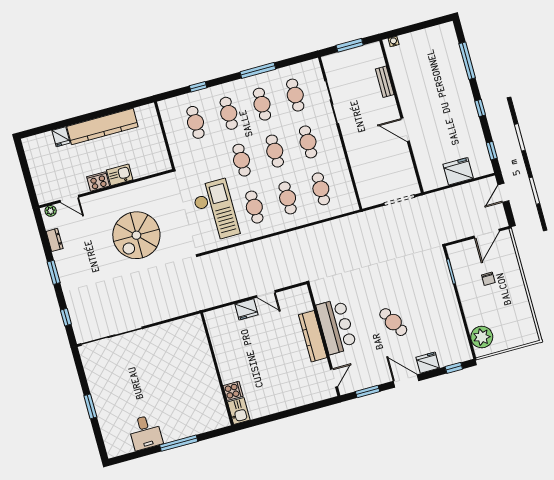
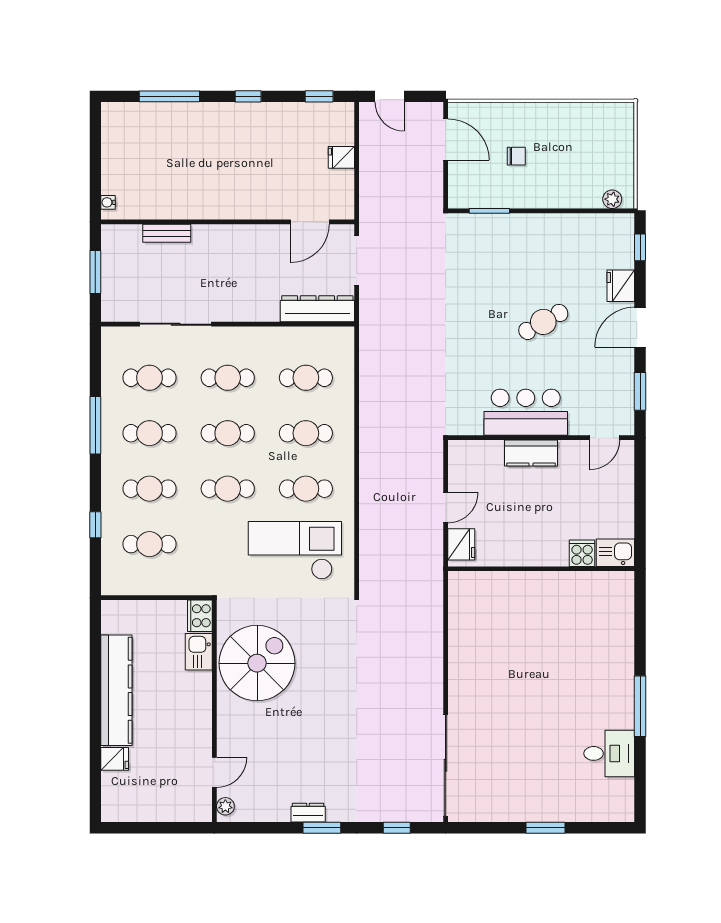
door: (405, 130) -> (310, 222), moved
fridge: (458, 171) -> (341, 157), width x0.53, depth x0.75
kitchen sink: (120, 175) -> (199, 652), moved
cooker: (98, 181) -> (200, 616), moved
dresser: (364, 184) -> (317, 309), added
spiral stairs: (136, 235) -> (257, 663), moved, turned -90
dresser: (55, 240) -> (308, 813), moved
kitchen counter: (313, 336) -> (531, 453), width x0.67
plant: (482, 337) -> (612, 199), width x0.53, depth x0.53
wall: (217, 369) -> (541, 569), moved
door: (334, 378) -> (605, 438), swing flipped
cooker: (233, 391) -> (582, 553), moved
kitchen sink: (239, 411) -> (615, 553), moved

